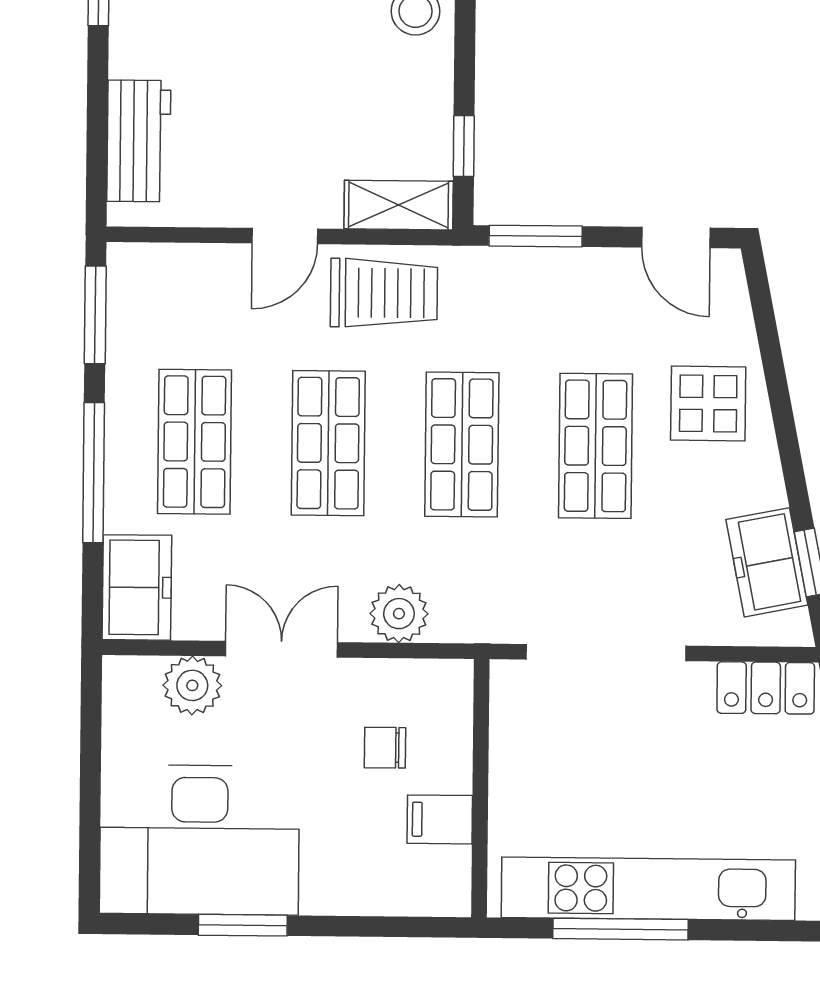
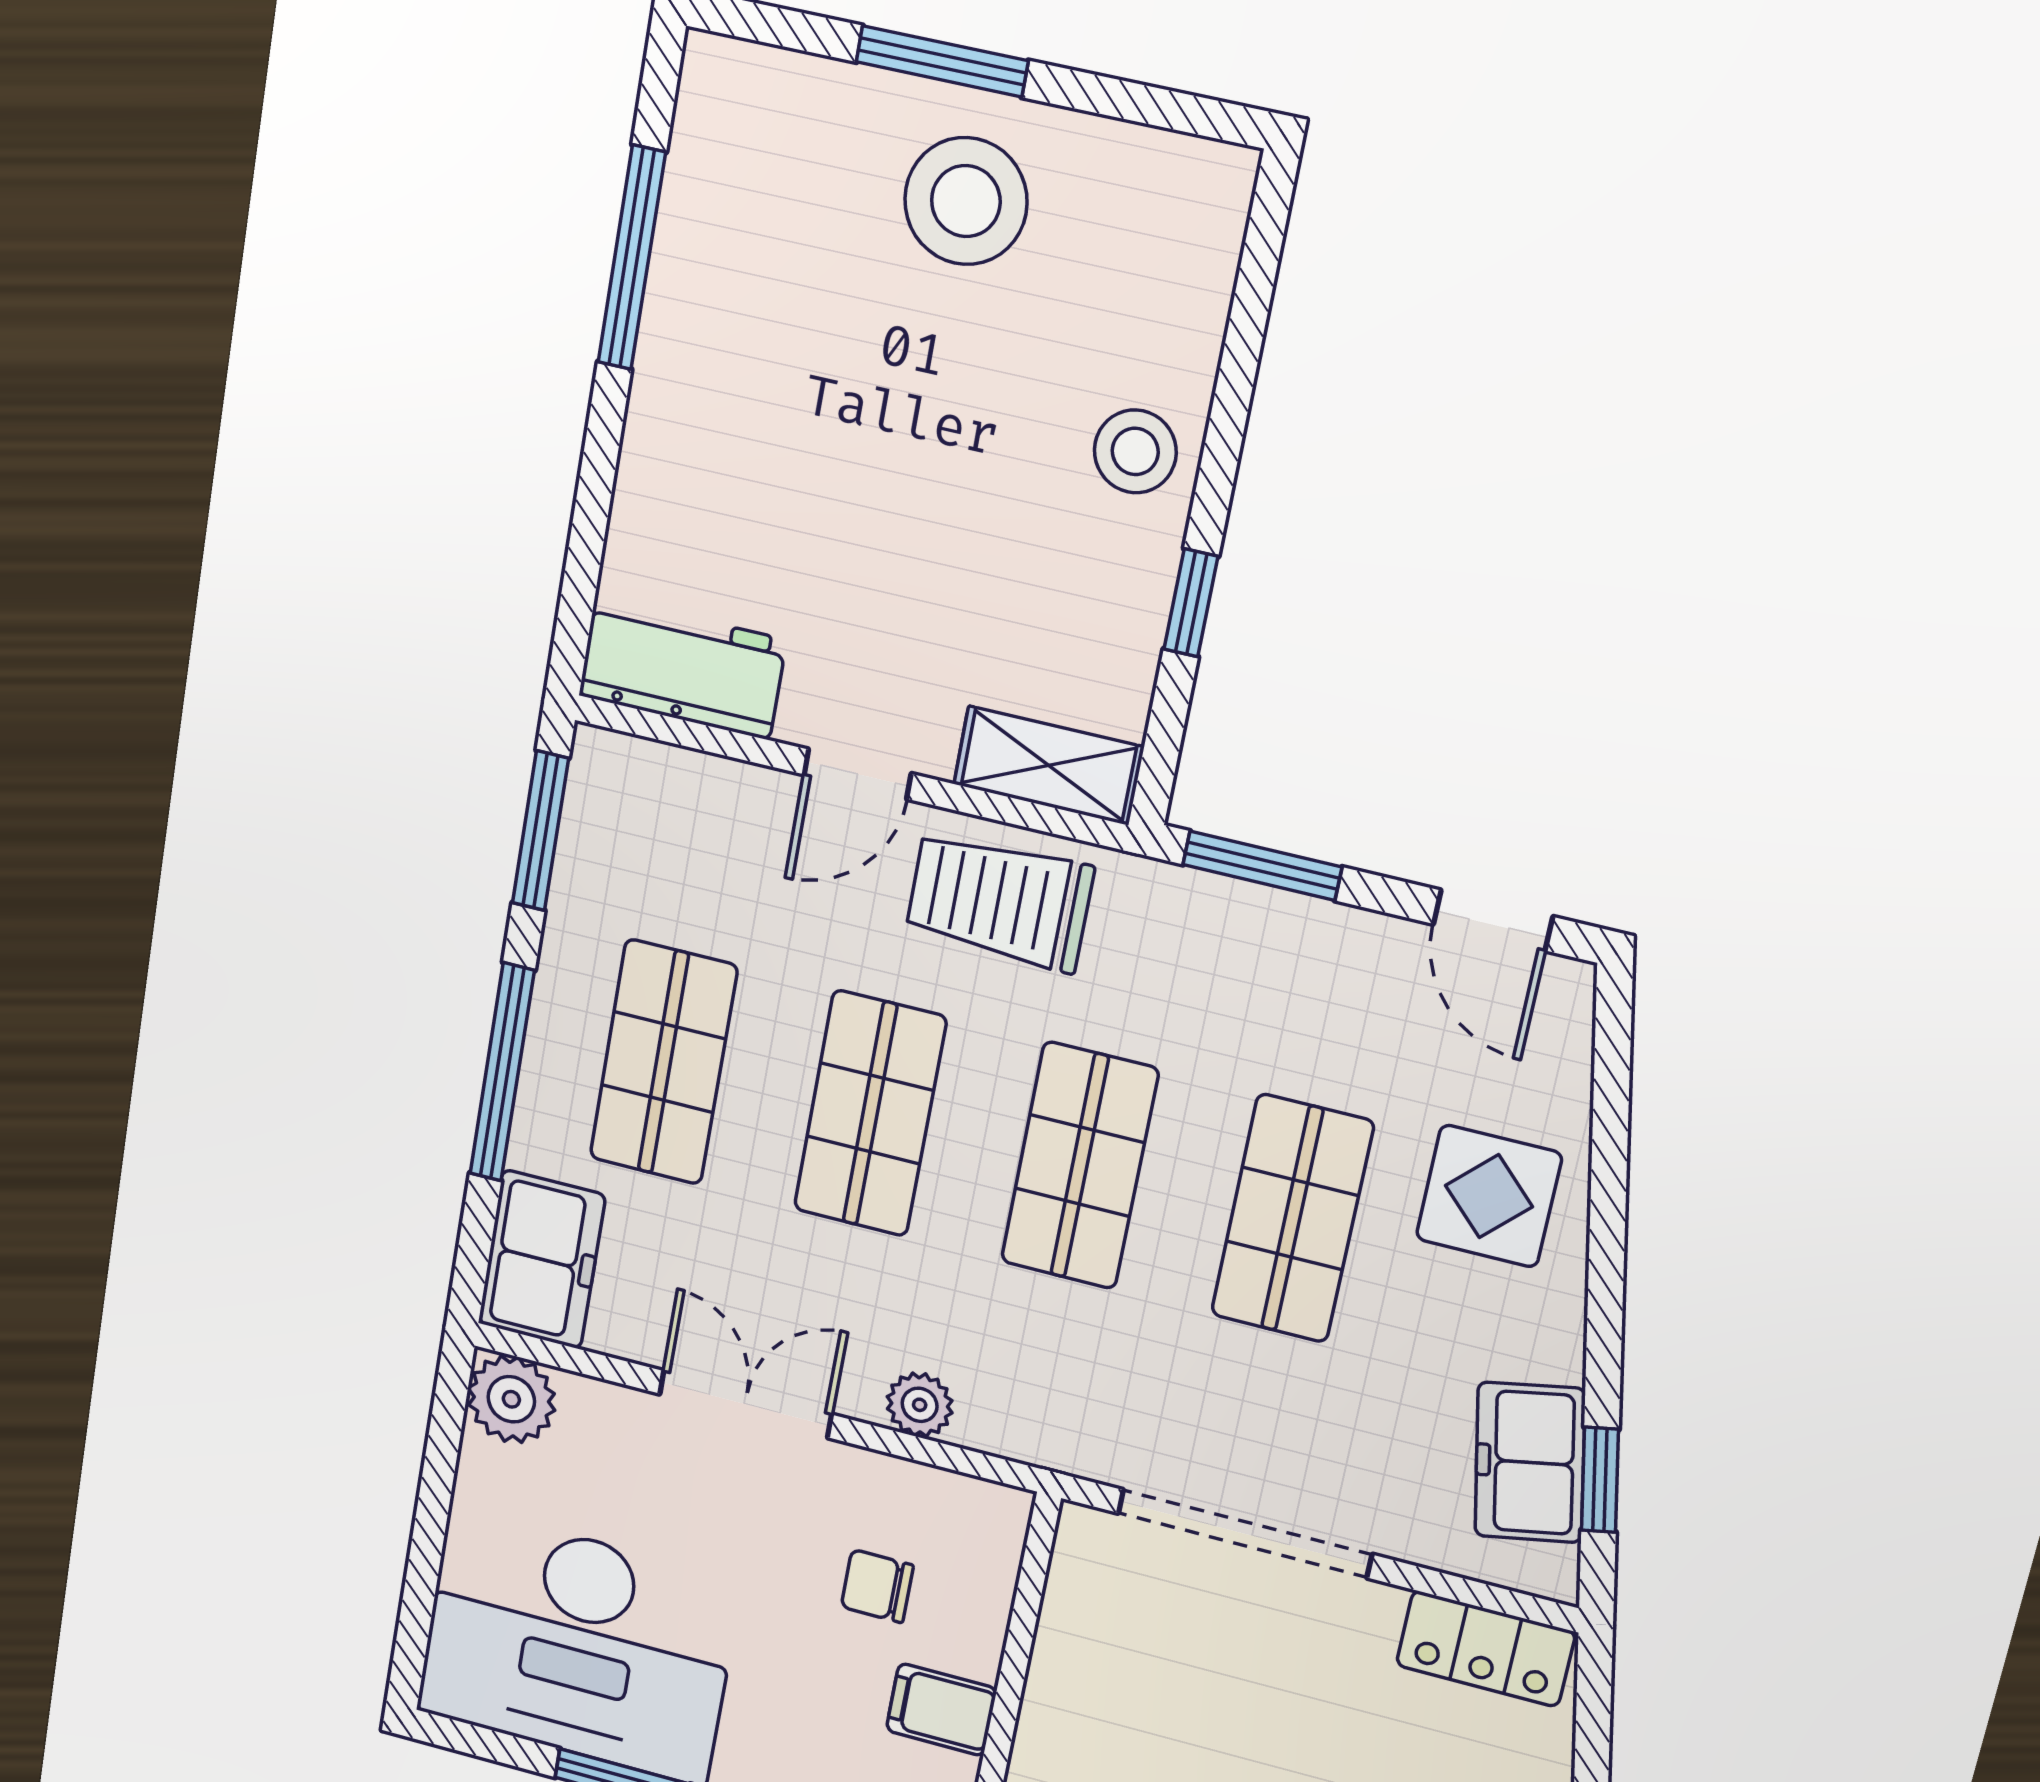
workbench: (139, 141) -> (682, 668), moved, turned -90
window: (464, 146) -> (1191, 603), moved
trolley: (384, 293) -> (1000, 901), turned 180
plant: (399, 614) -> (920, 1405), width x0.73, depth x0.73
plant: (192, 685) -> (511, 1399), moved

